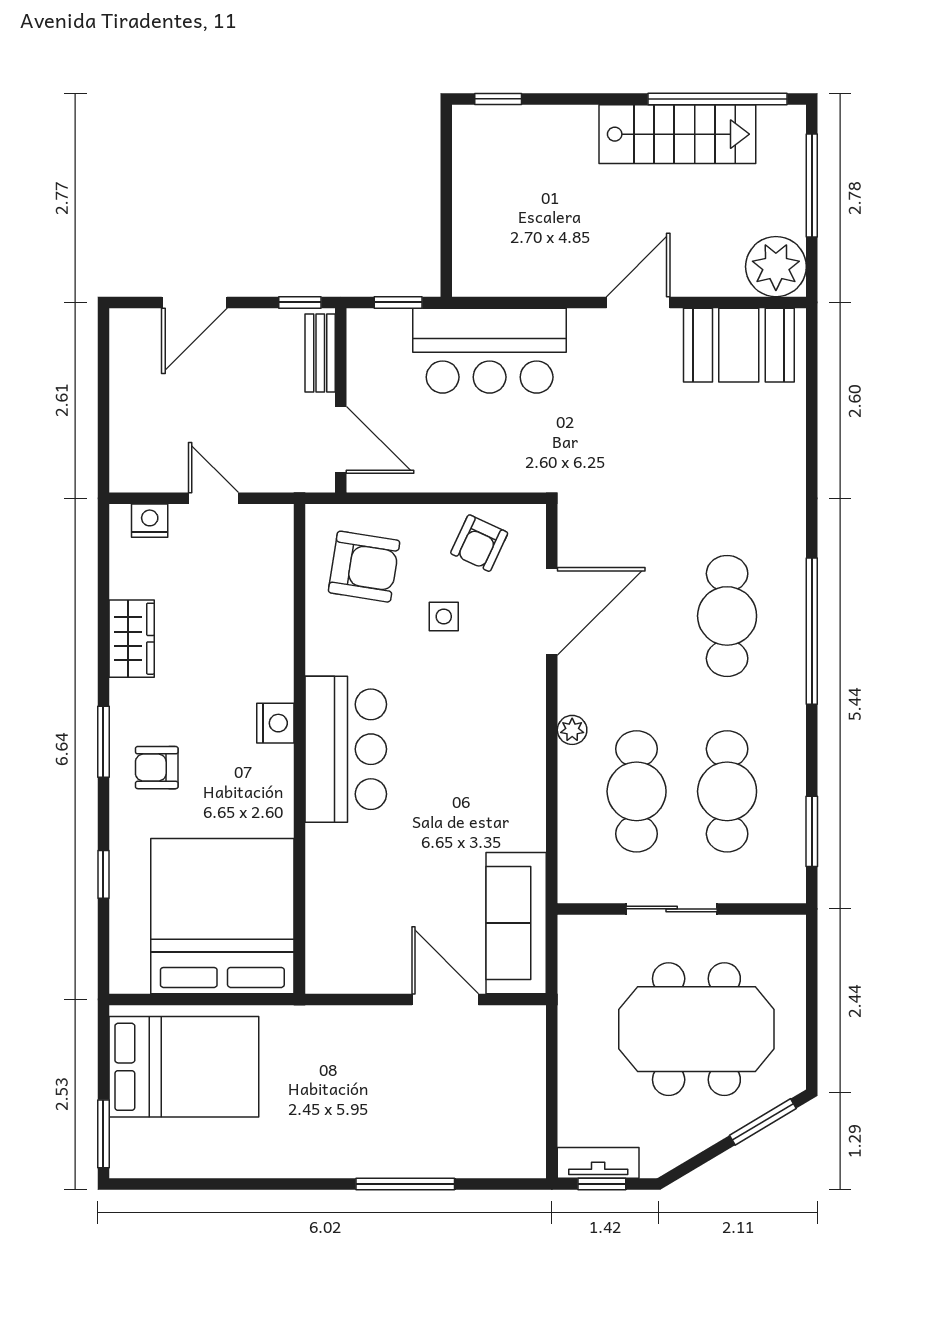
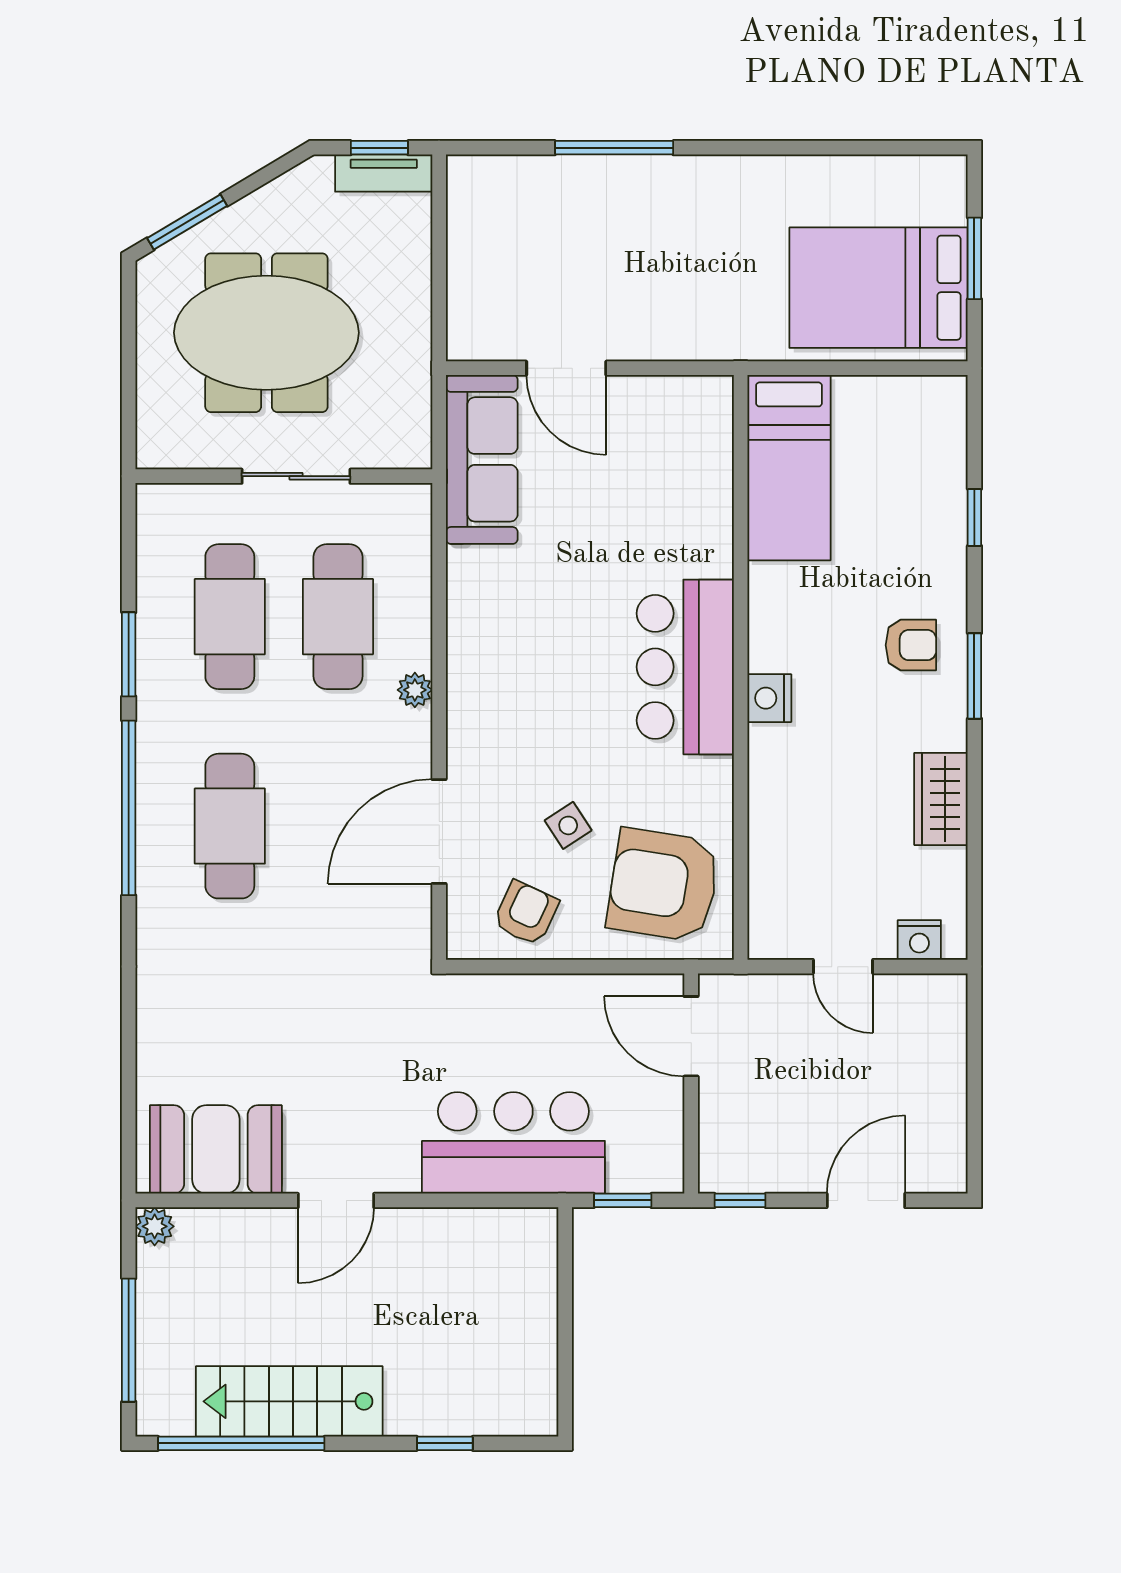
window: (498, 99) -> (445, 1443), moved
plant: (776, 267) -> (155, 1226), width x0.53, depth x0.53
bench: (320, 353) -> (716, 1140), removed
armchair: (364, 567) -> (663, 885), width x1.36, depth x1.36
side table: (444, 616) -> (568, 825), turned -33
window: (812, 831) -> (129, 654), moved
bed: (222, 916) -> (789, 468), width x0.49
window: (103, 1134) -> (974, 258), moved

